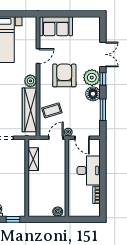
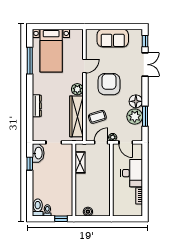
sofa: (56, 26) -> (113, 38), moved
plant: (92, 78) -> (135, 117), moved
window: (103, 79) -> (145, 41), moved
boiler: (58, 212) -> (88, 212), moved

